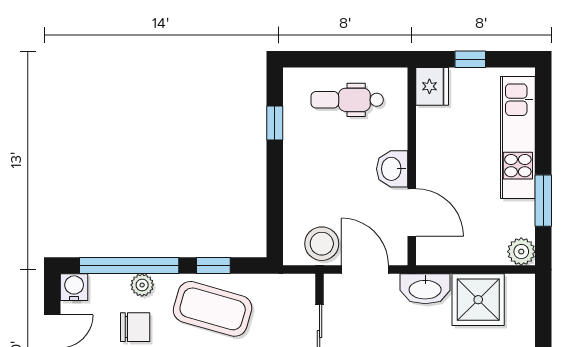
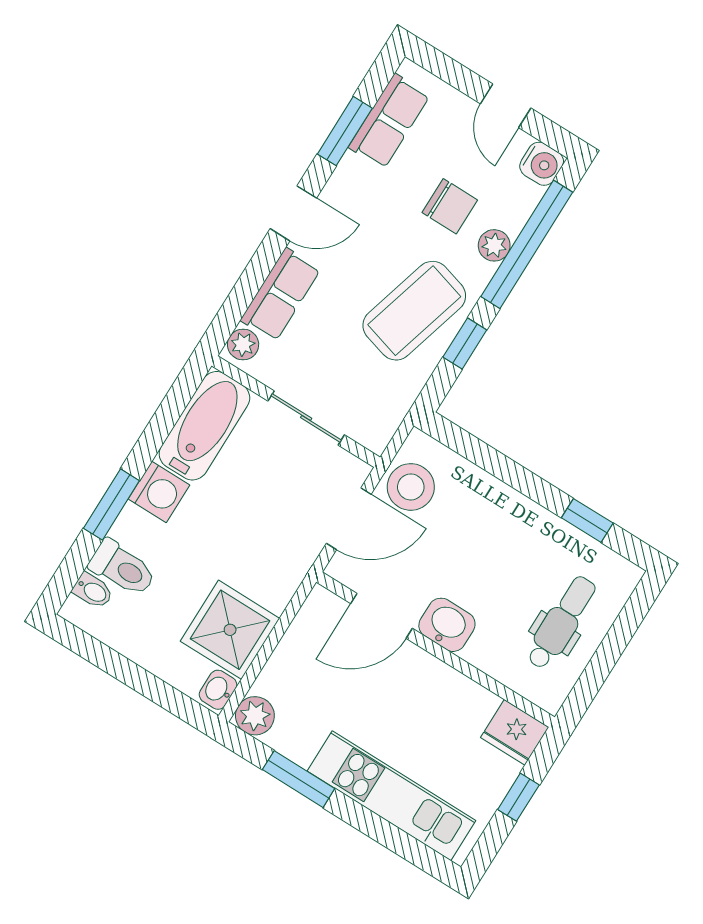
washbasin: (425, 289) -> (218, 690), moved, width x0.52, depth x0.69
chair: (135, 327) -> (450, 206), turned -90

